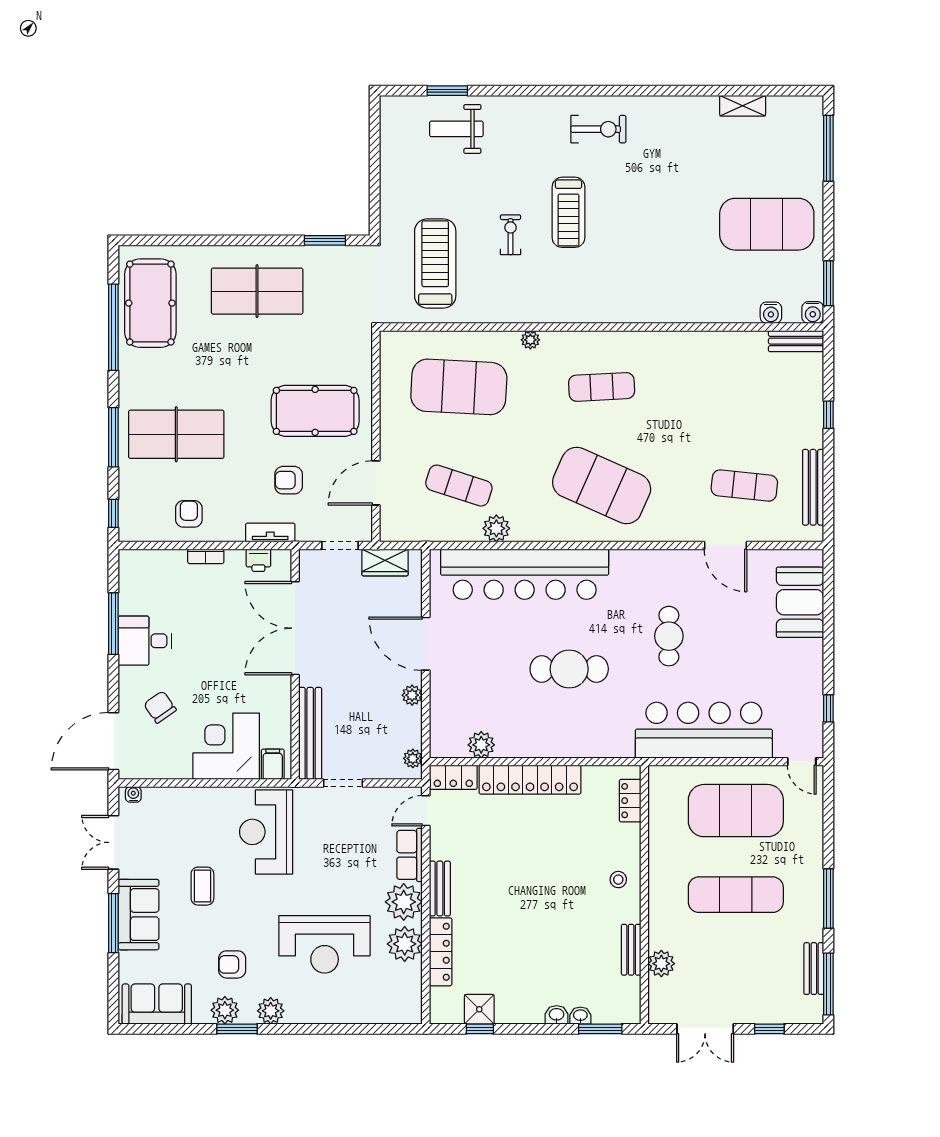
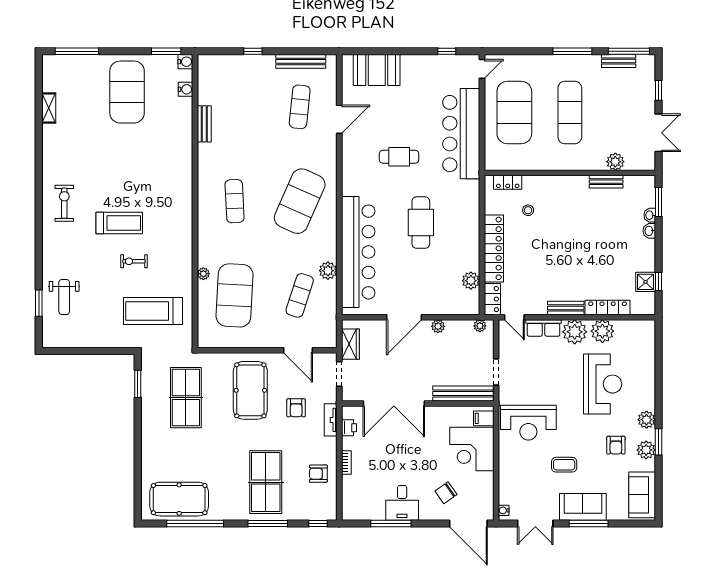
table tennis table: (257, 291) -> (186, 398), moved
plant: (530, 340) -> (203, 274), moved
bench: (796, 341) -> (204, 124), moved
stool: (618, 880) -> (528, 210), moved

